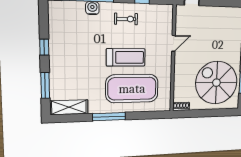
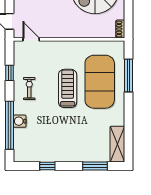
door: (173, 43) -> (31, 39), moved
window: (44, 47) -> (47, 166), moved
window: (109, 117) -> (128, 76), moved

